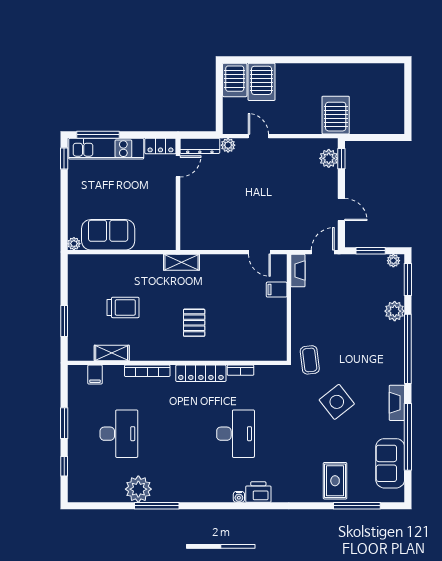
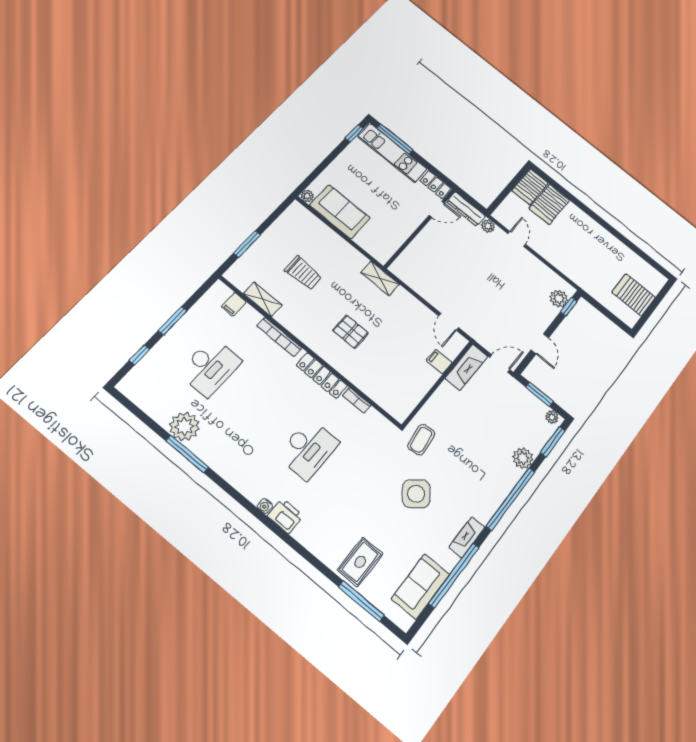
server rack: (336, 115) -> (634, 295), moved, turned -90
fireplace: (298, 271) -> (466, 367), width x1.37, depth x1.32
pallet: (194, 323) -> (351, 332), turned 90

